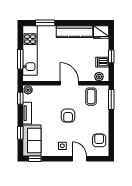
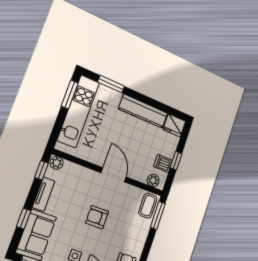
window: (20, 59) -> (70, 94), moved
coffee table: (91, 97) -> (148, 206), moved
armchair: (68, 116) -> (97, 217), turned 90

